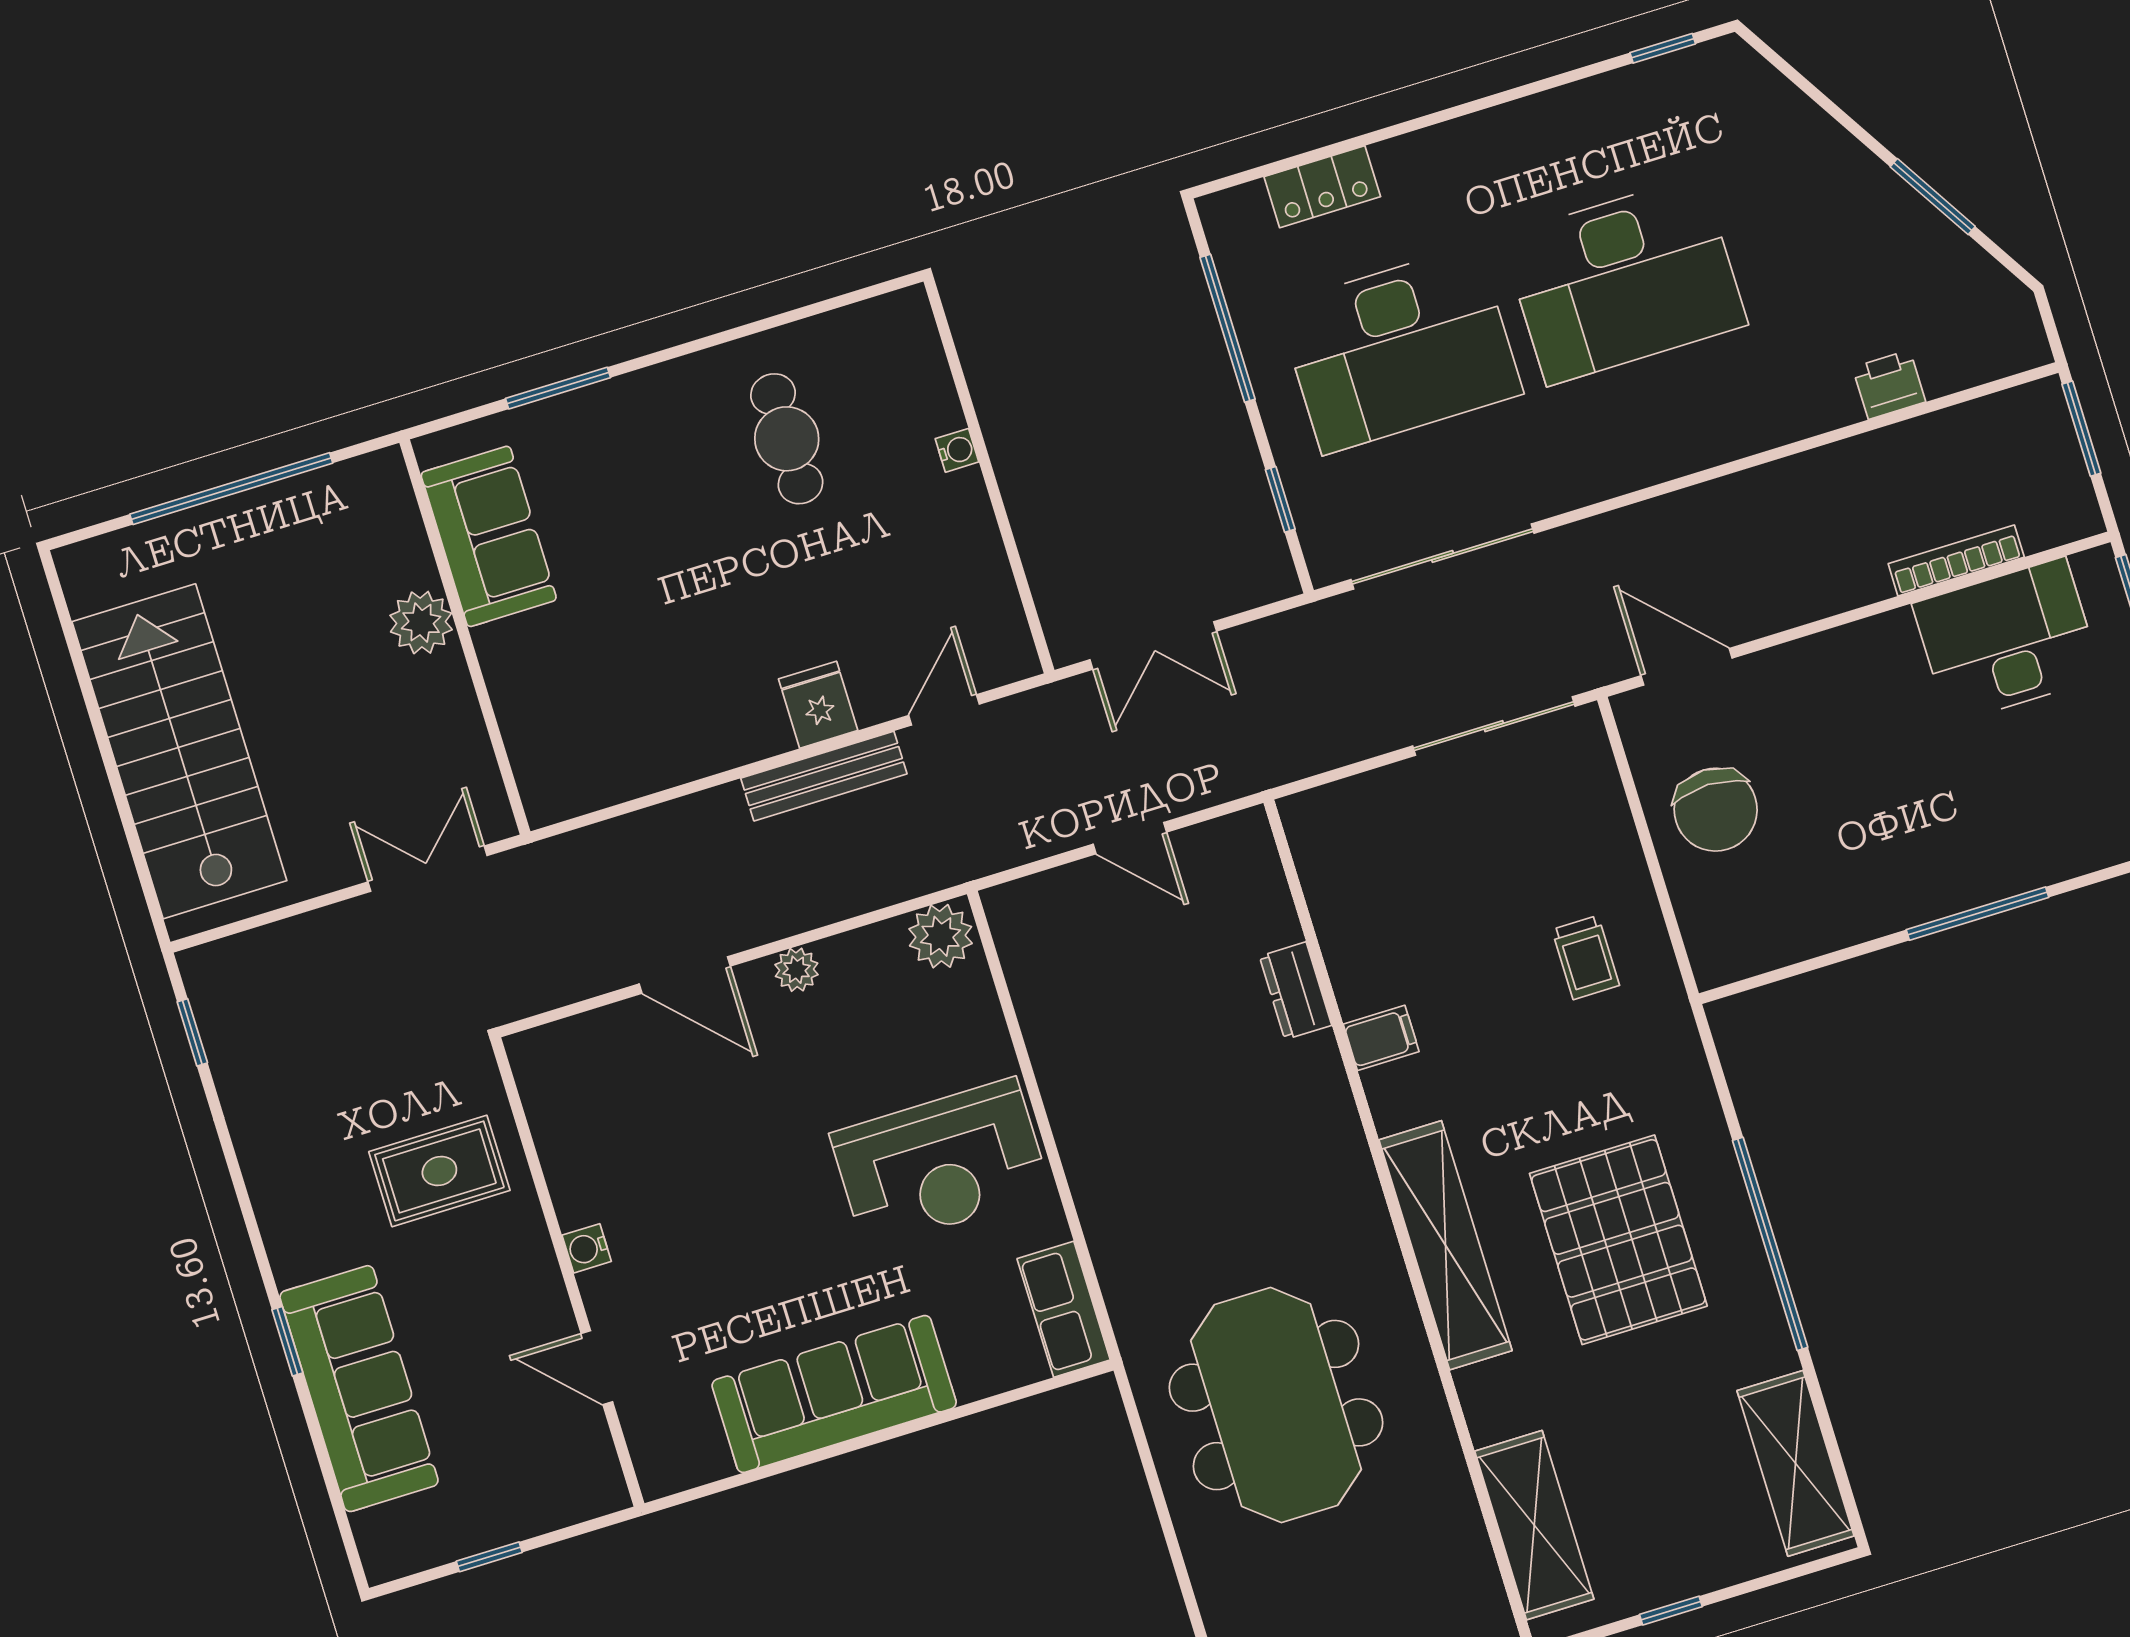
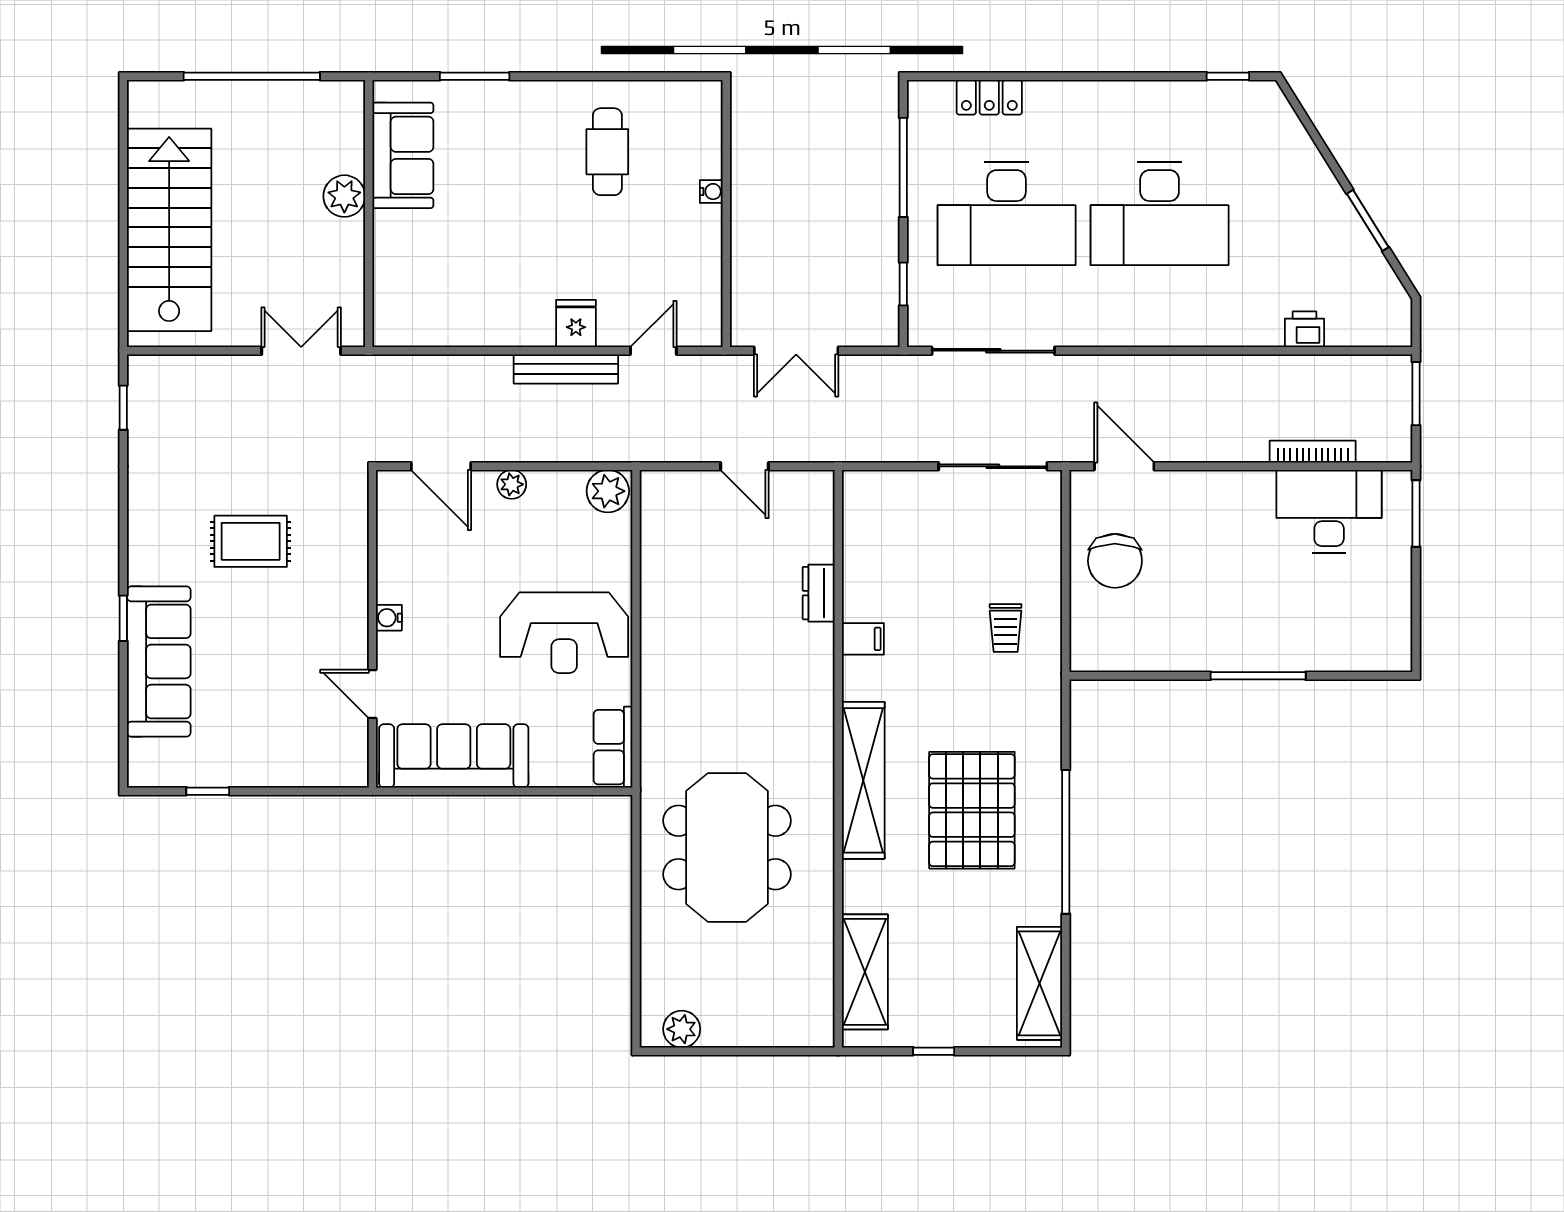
water cooler: (587, 1248) -> (389, 618), moved
wall: (567, 1272) -> (372, 629), moved
door: (597, 1368) -> (372, 694), moved

